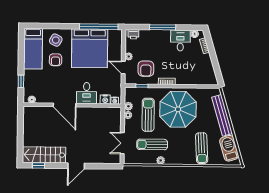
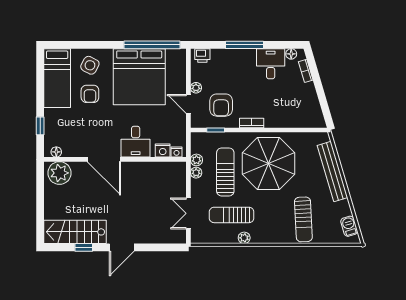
plant: (34, 114) -> (59, 173), added
barbecue: (229, 148) -> (349, 226), width x0.53, depth x0.65
window: (38, 165) -> (84, 247), moved

